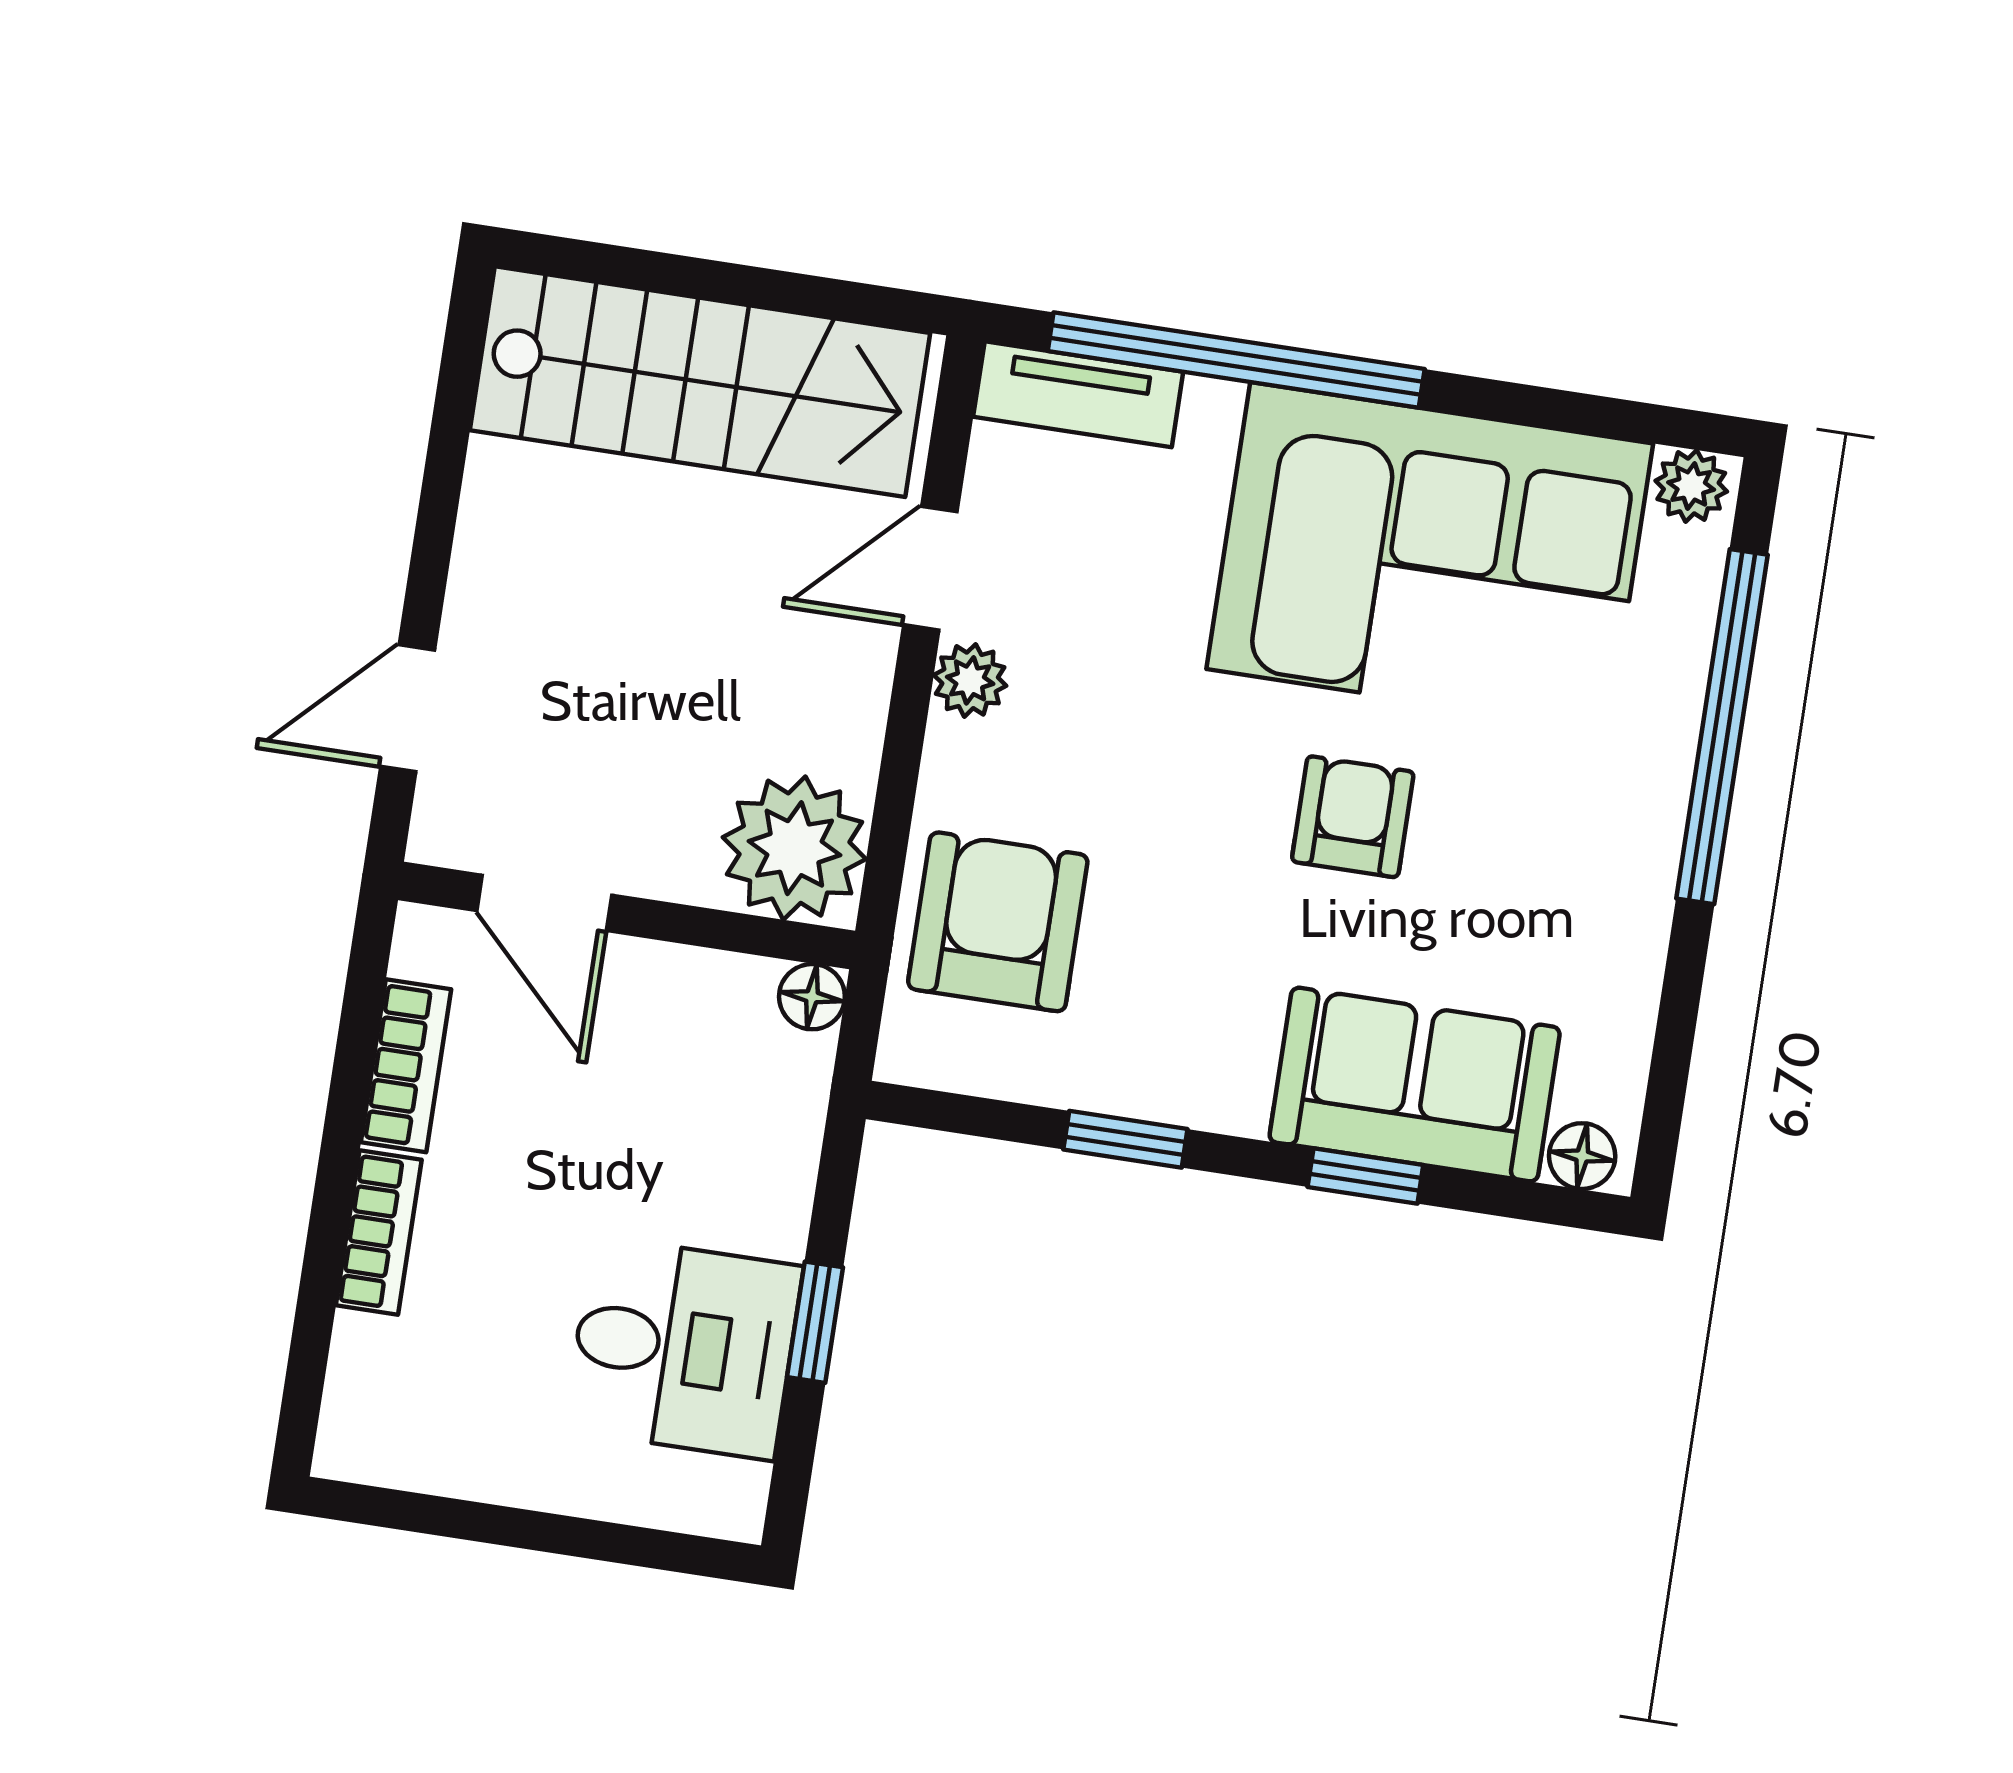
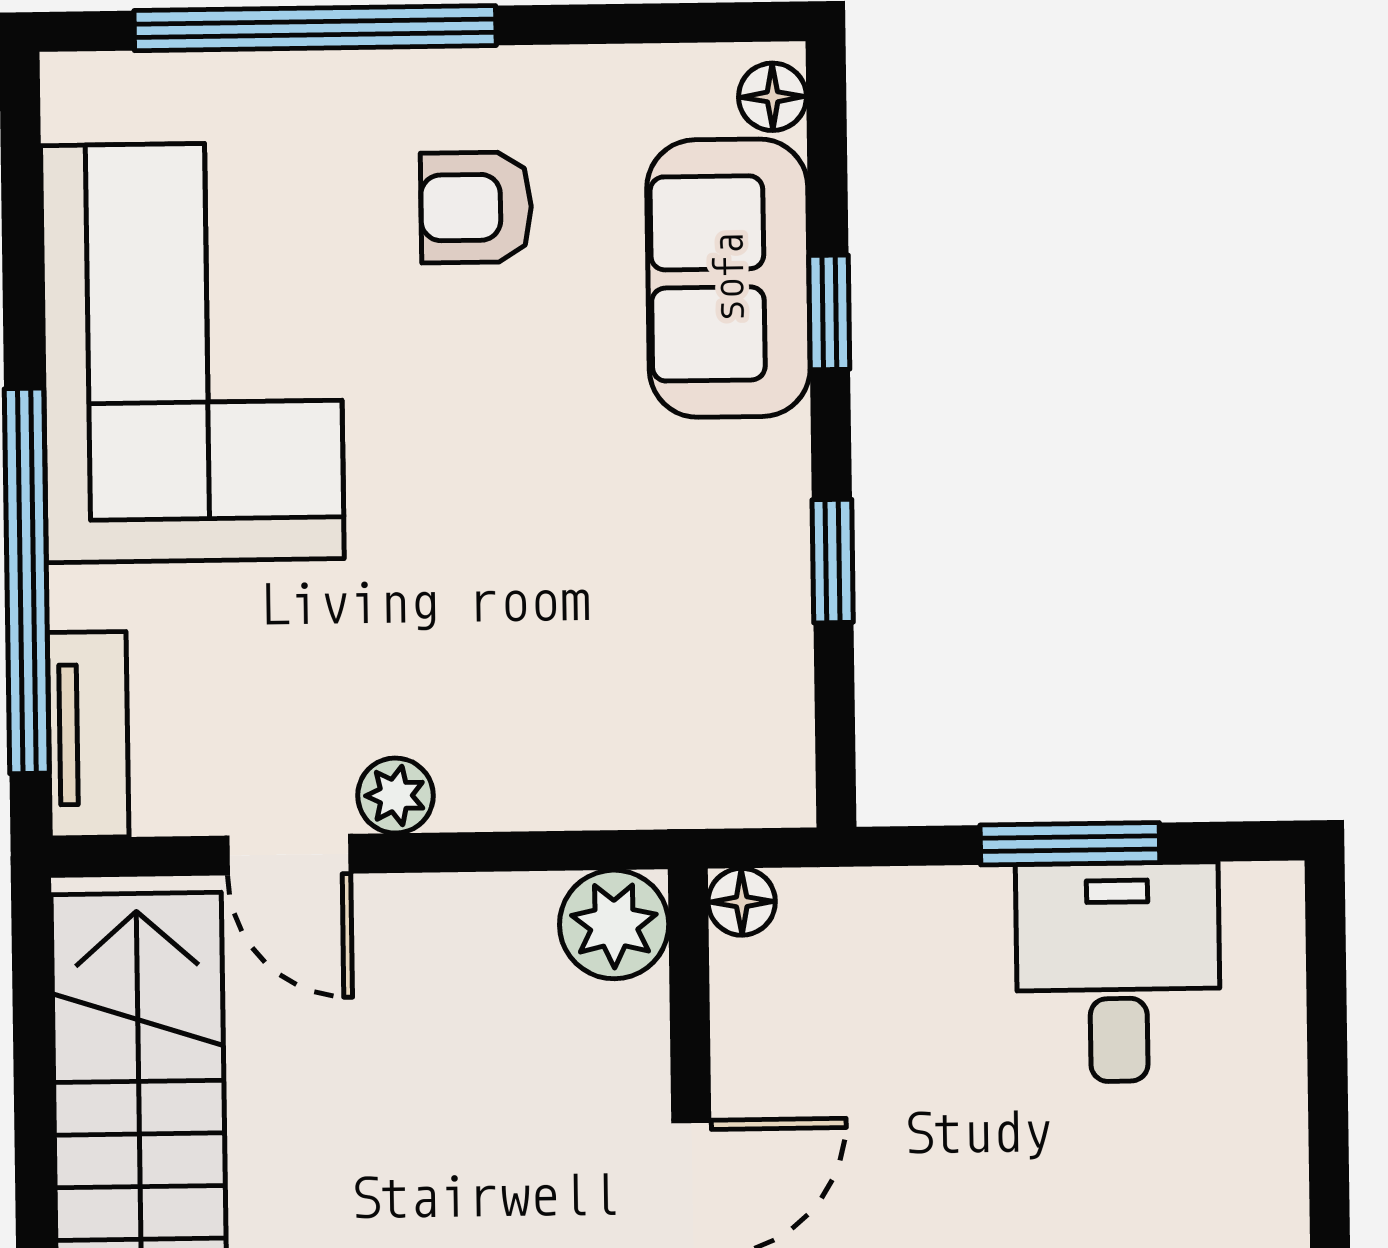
plant: (1691, 486) -> (77, 100), removed
armchair: (1353, 817) -> (476, 207), moved
plant: (794, 848) -> (614, 924), width x0.73, depth x0.73
armchair: (998, 922) -> (635, 727), removed
window: (815, 1322) -> (1070, 844), width x1.50

